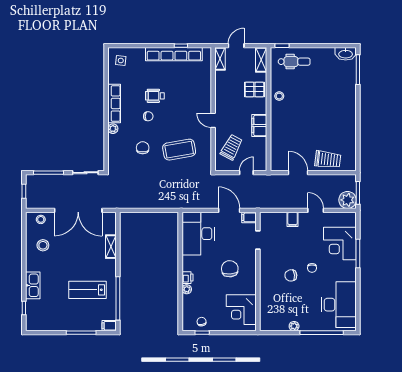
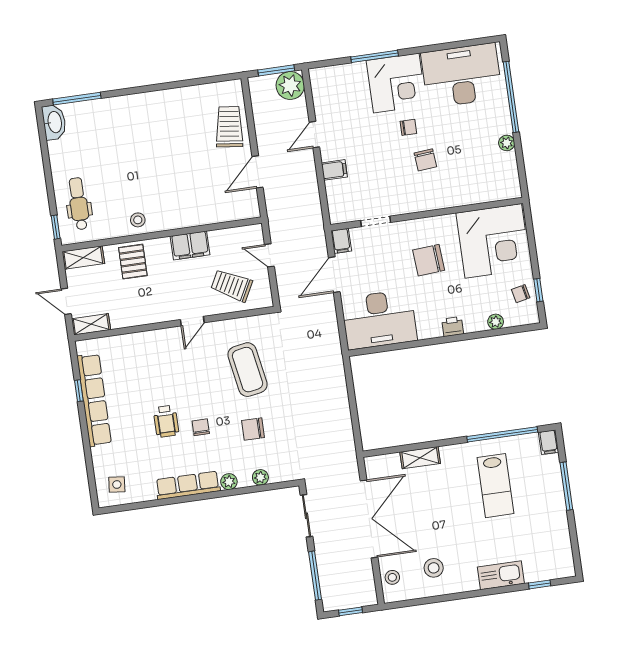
plant: (113, 148) -> (260, 477), added
corner desk: (340, 243) -> (396, 83), moved
plant: (187, 289) -> (496, 322), moved
corner desk: (241, 310) -> (493, 241), width x1.36, depth x1.36

